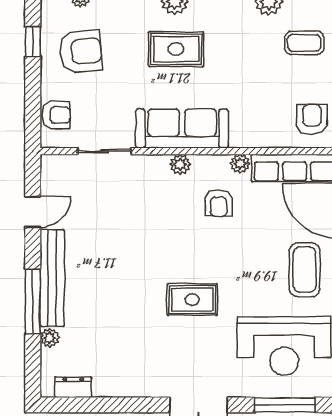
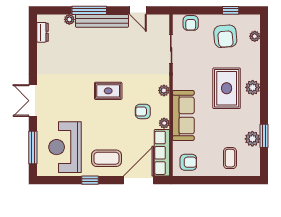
rug: (176, 49) -> (227, 88), width x1.36, depth x1.43
sofa: (182, 129) -> (183, 115), moved
rug: (192, 300) -> (108, 91), moved, turned 90

